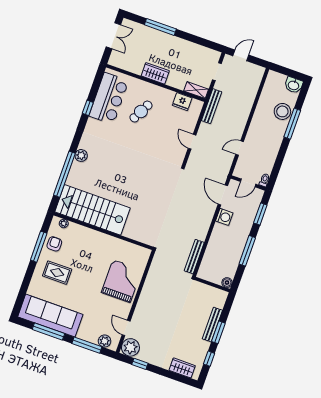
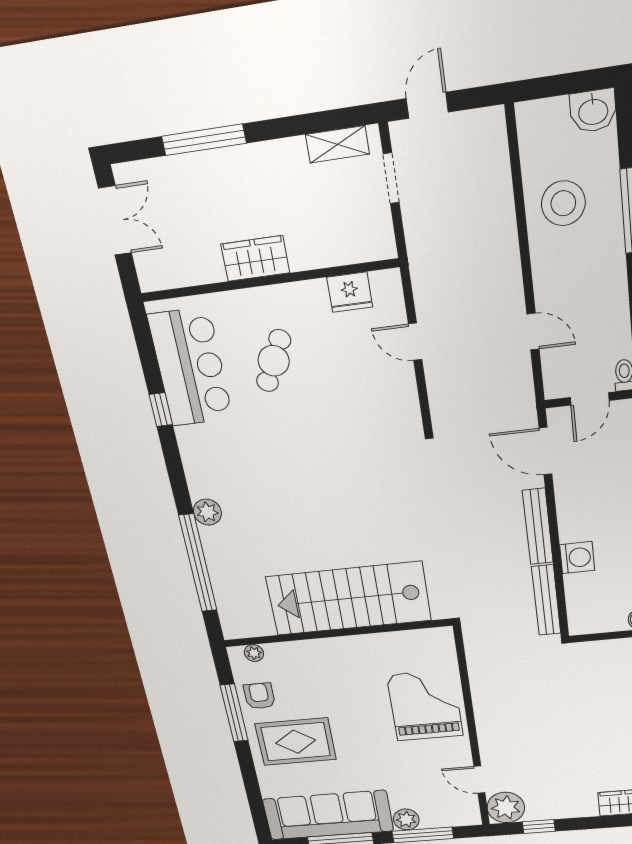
shelving: (196, 90) -> (337, 144), moved
bench: (212, 106) -> (538, 527), moved
stool: (282, 111) -> (563, 203), moved
door: (192, 142) -> (415, 342), moved
door: (240, 148) -> (533, 332), swing flipped
stairs: (93, 210) -> (348, 599), moved
washing machine: (224, 217) -> (577, 558), moved
rug: (57, 273) -> (296, 742), width x1.36, depth x1.43
plant: (105, 341) -> (406, 819), moved

